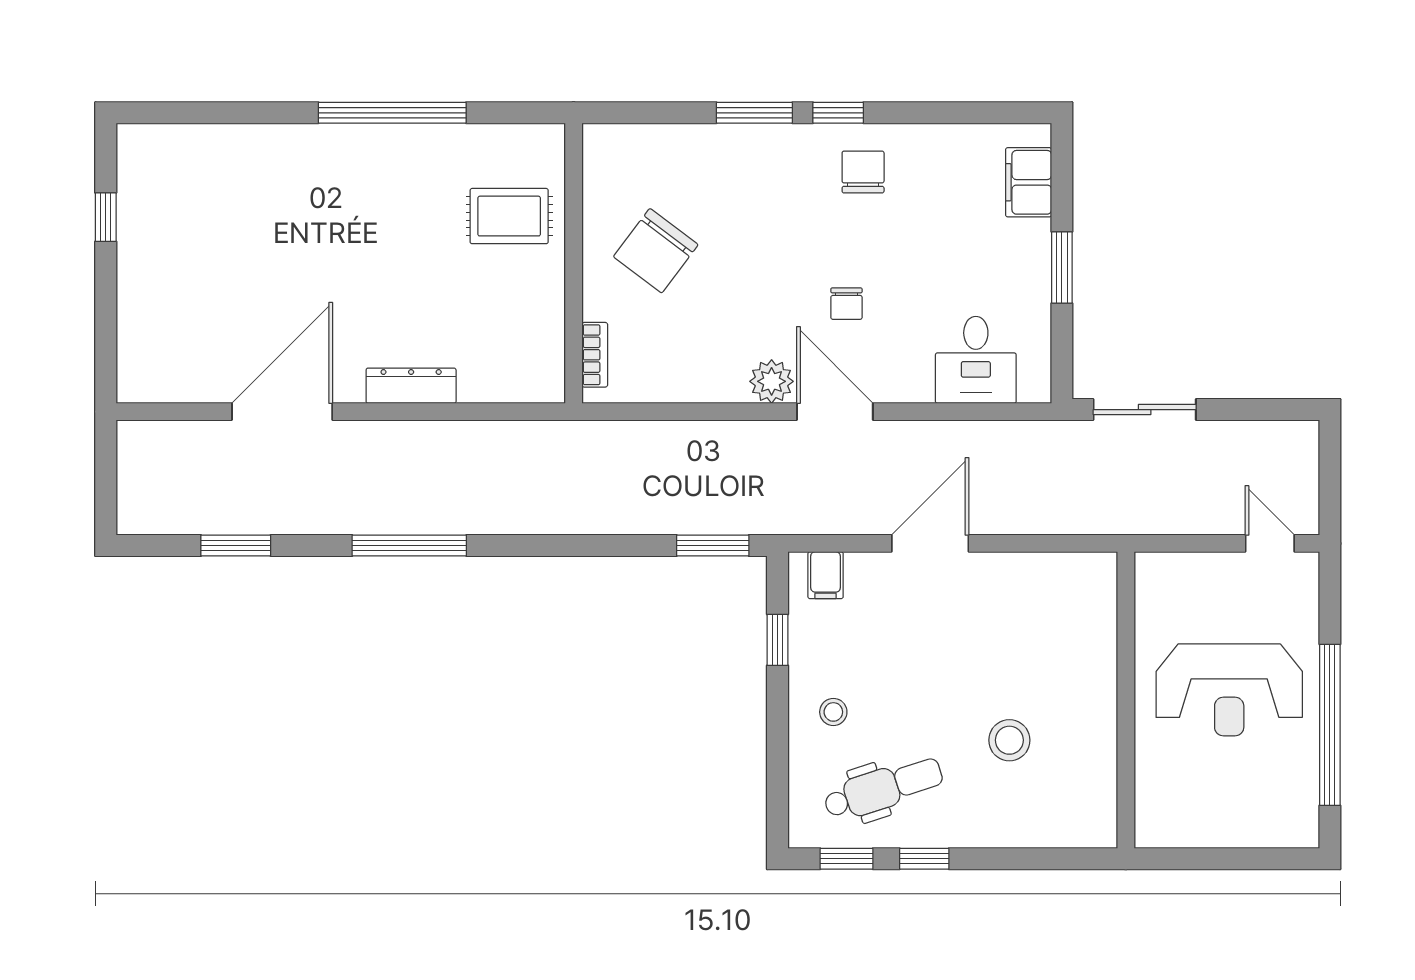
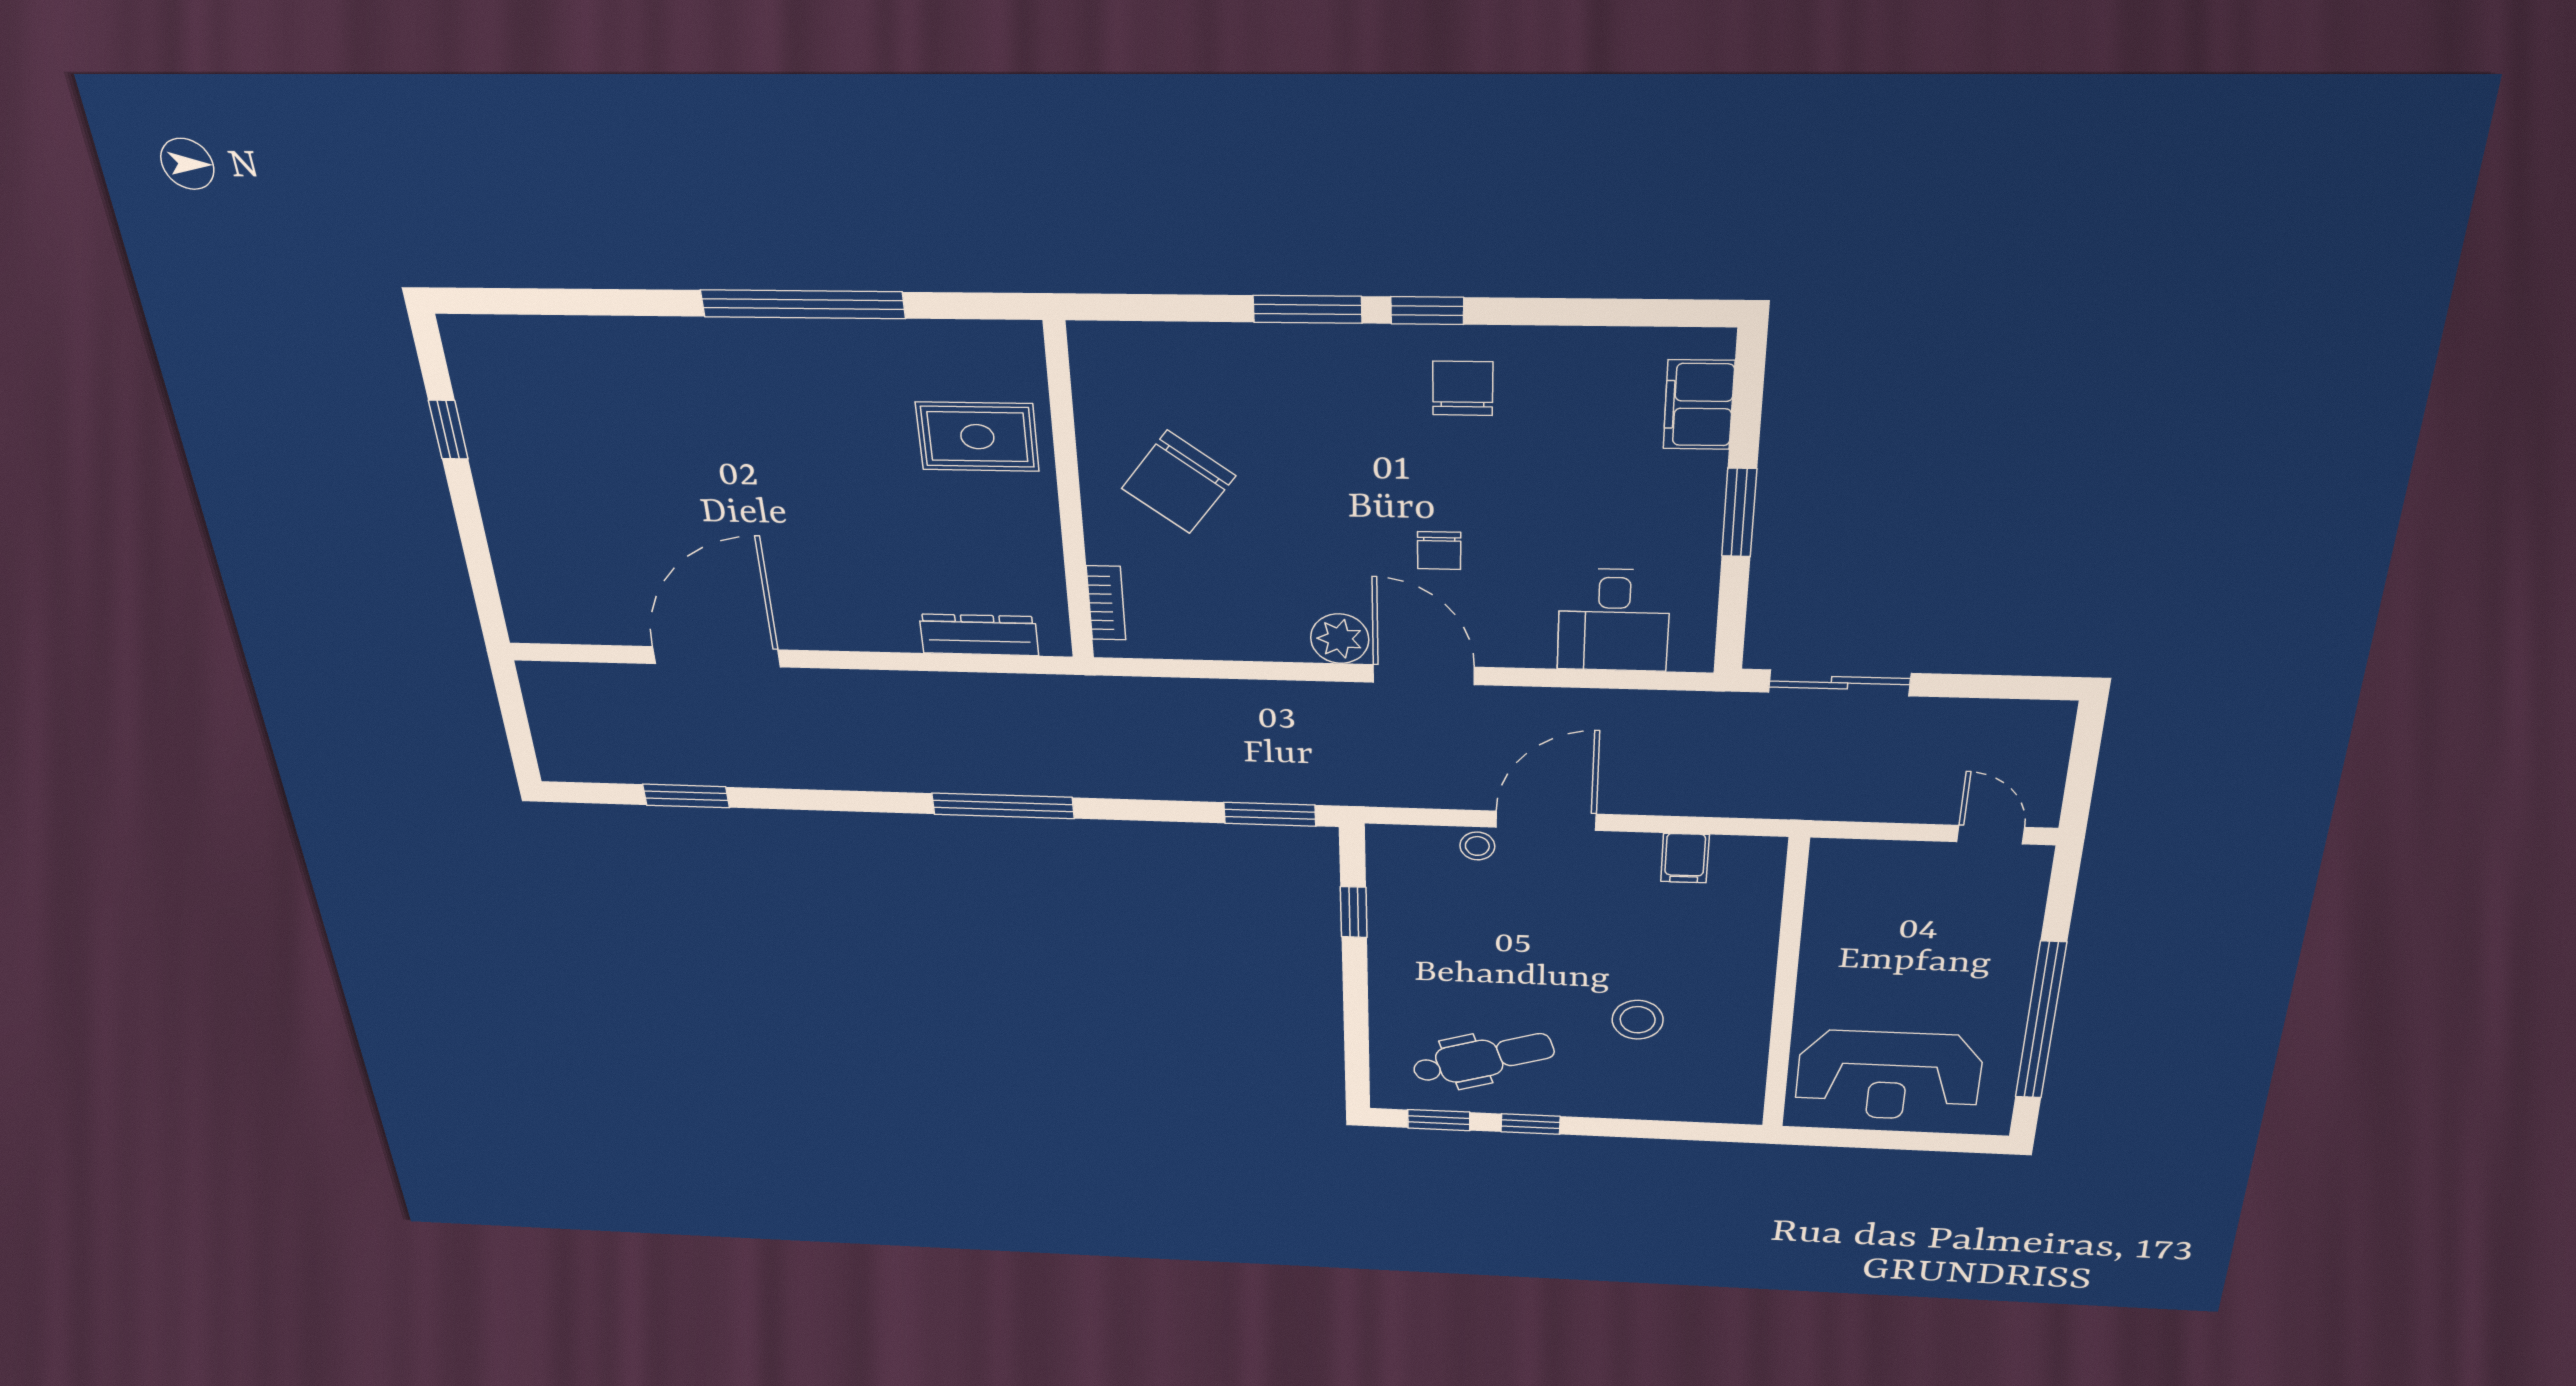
dresser: (411, 386) -> (979, 635), moved
window: (409, 546) -> (1003, 806), moved
filing cabinet: (826, 575) -> (1685, 858), moved
reception desk: (1229, 690) -> (1889, 1076), moved
stool: (833, 712) -> (1477, 846), moved

